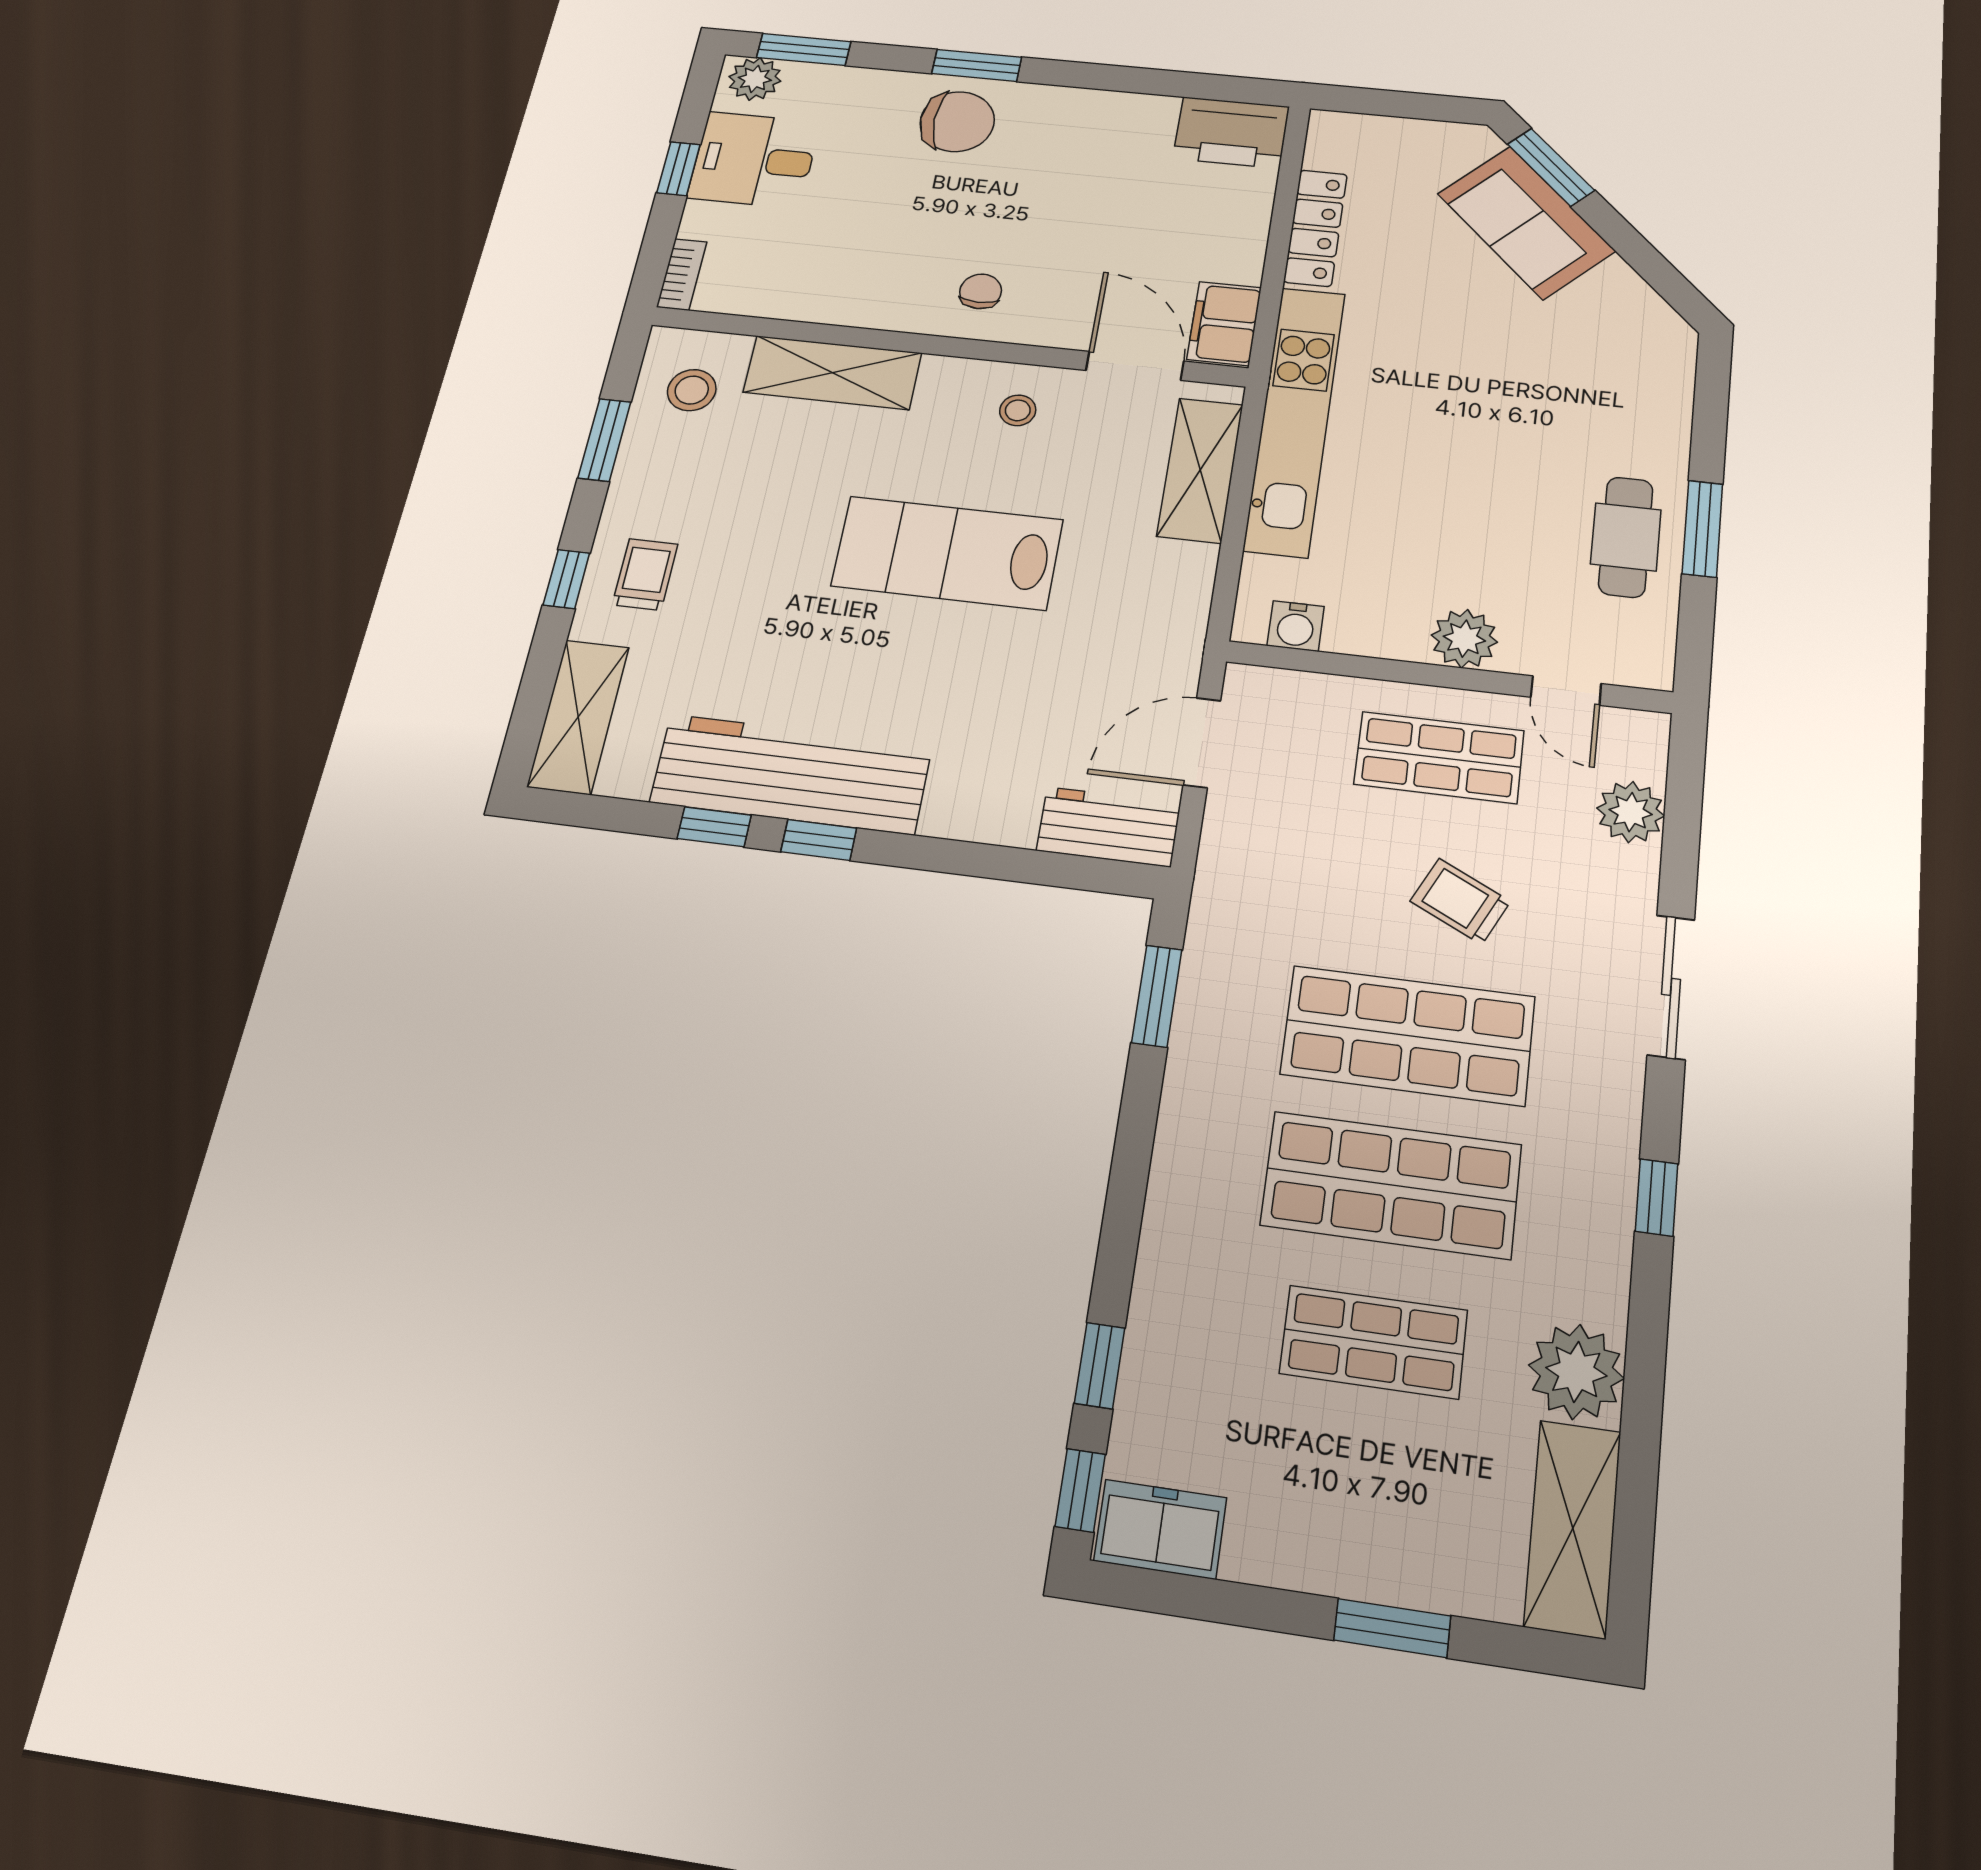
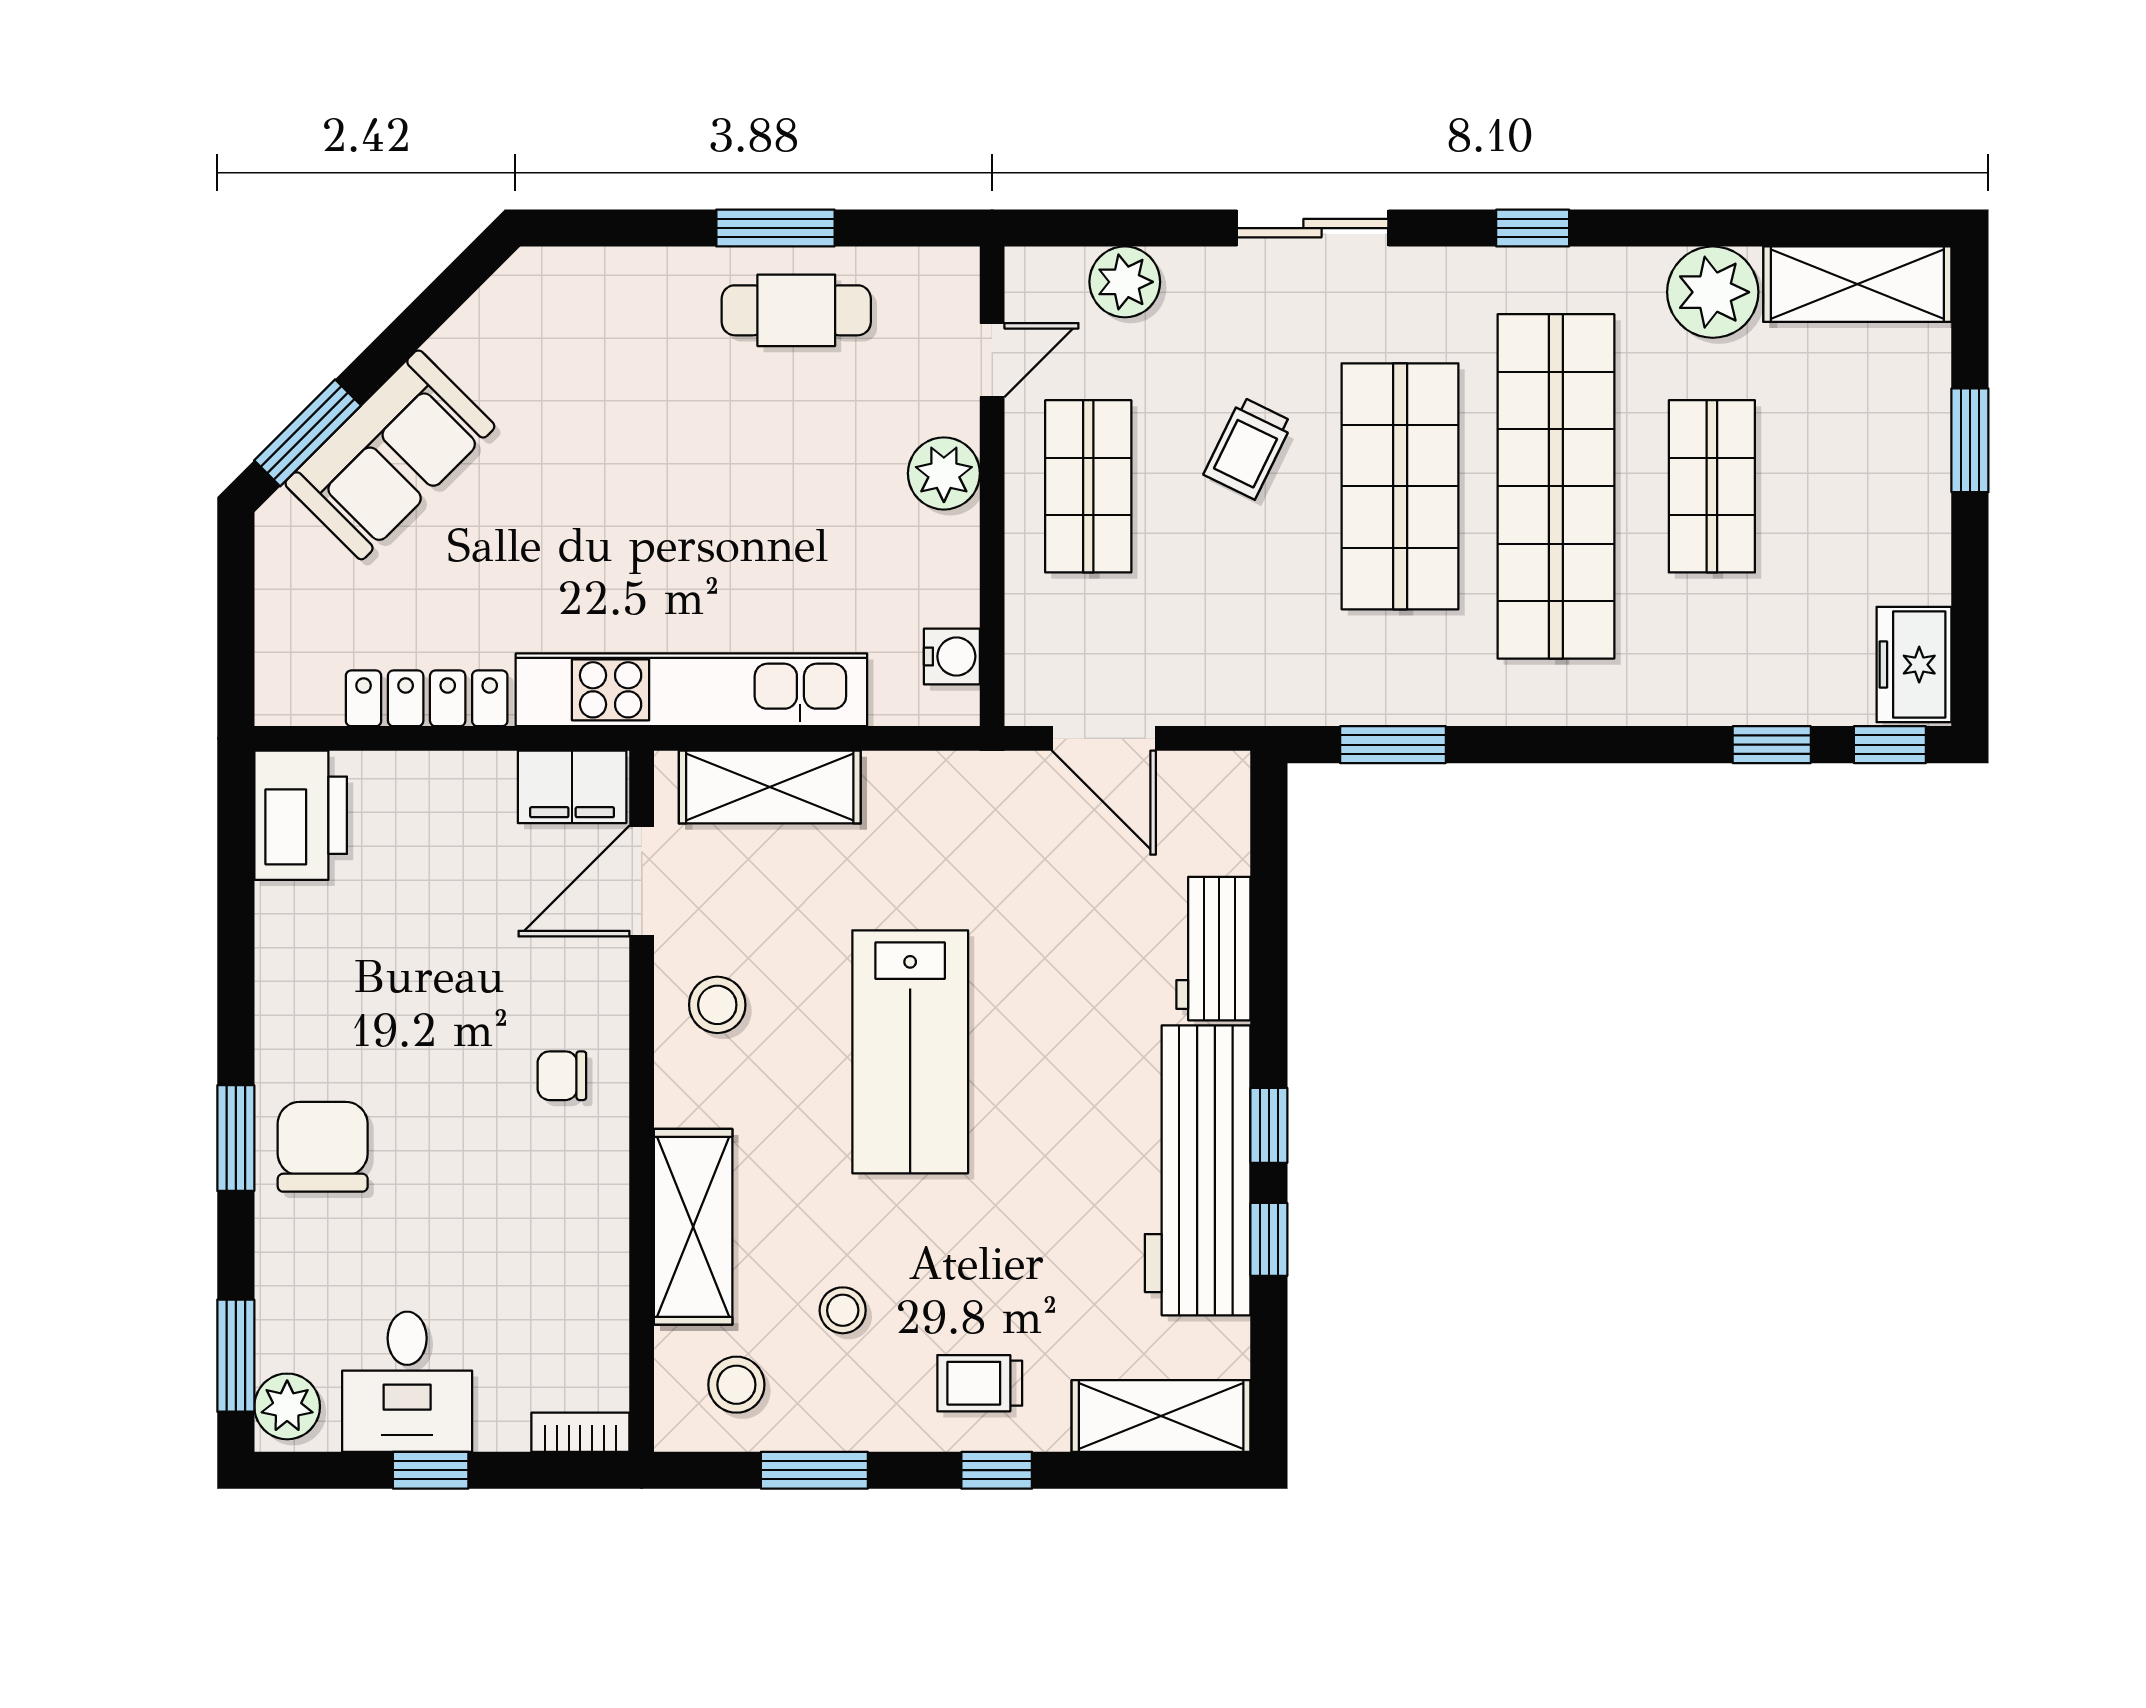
stool: (1018, 410) -> (717, 1005), width x1.37, depth x1.37
stool: (735, 476) -> (843, 1310), added
workbench: (1109, 827) -> (1213, 949), moved
shop shelf: (1391, 1185) -> (1556, 486), width x1.40

